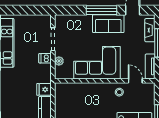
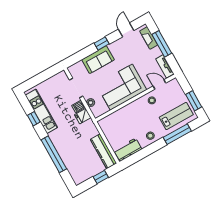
window: (102, 10) -> (102, 44), width x0.46
sofa: (108, 24) -> (98, 60), moved
fridge: (44, 89) -> (83, 116), moved

